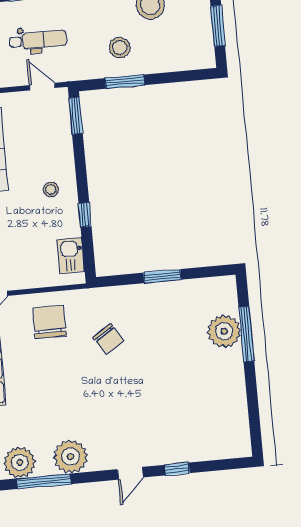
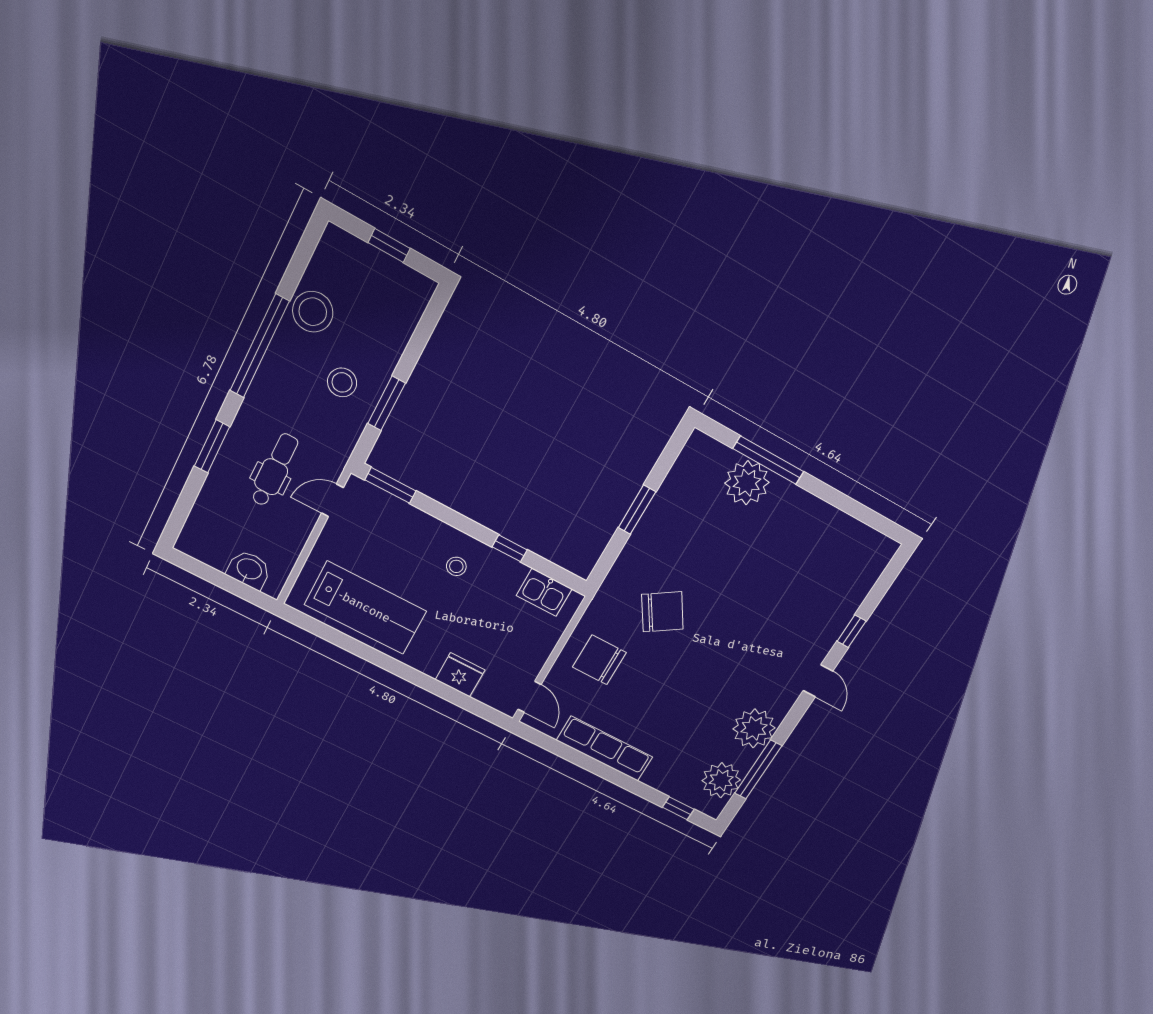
window: (218, 26) -> (389, 245), width x0.67
chair: (108, 339) -> (662, 612), width x1.37, depth x1.37

